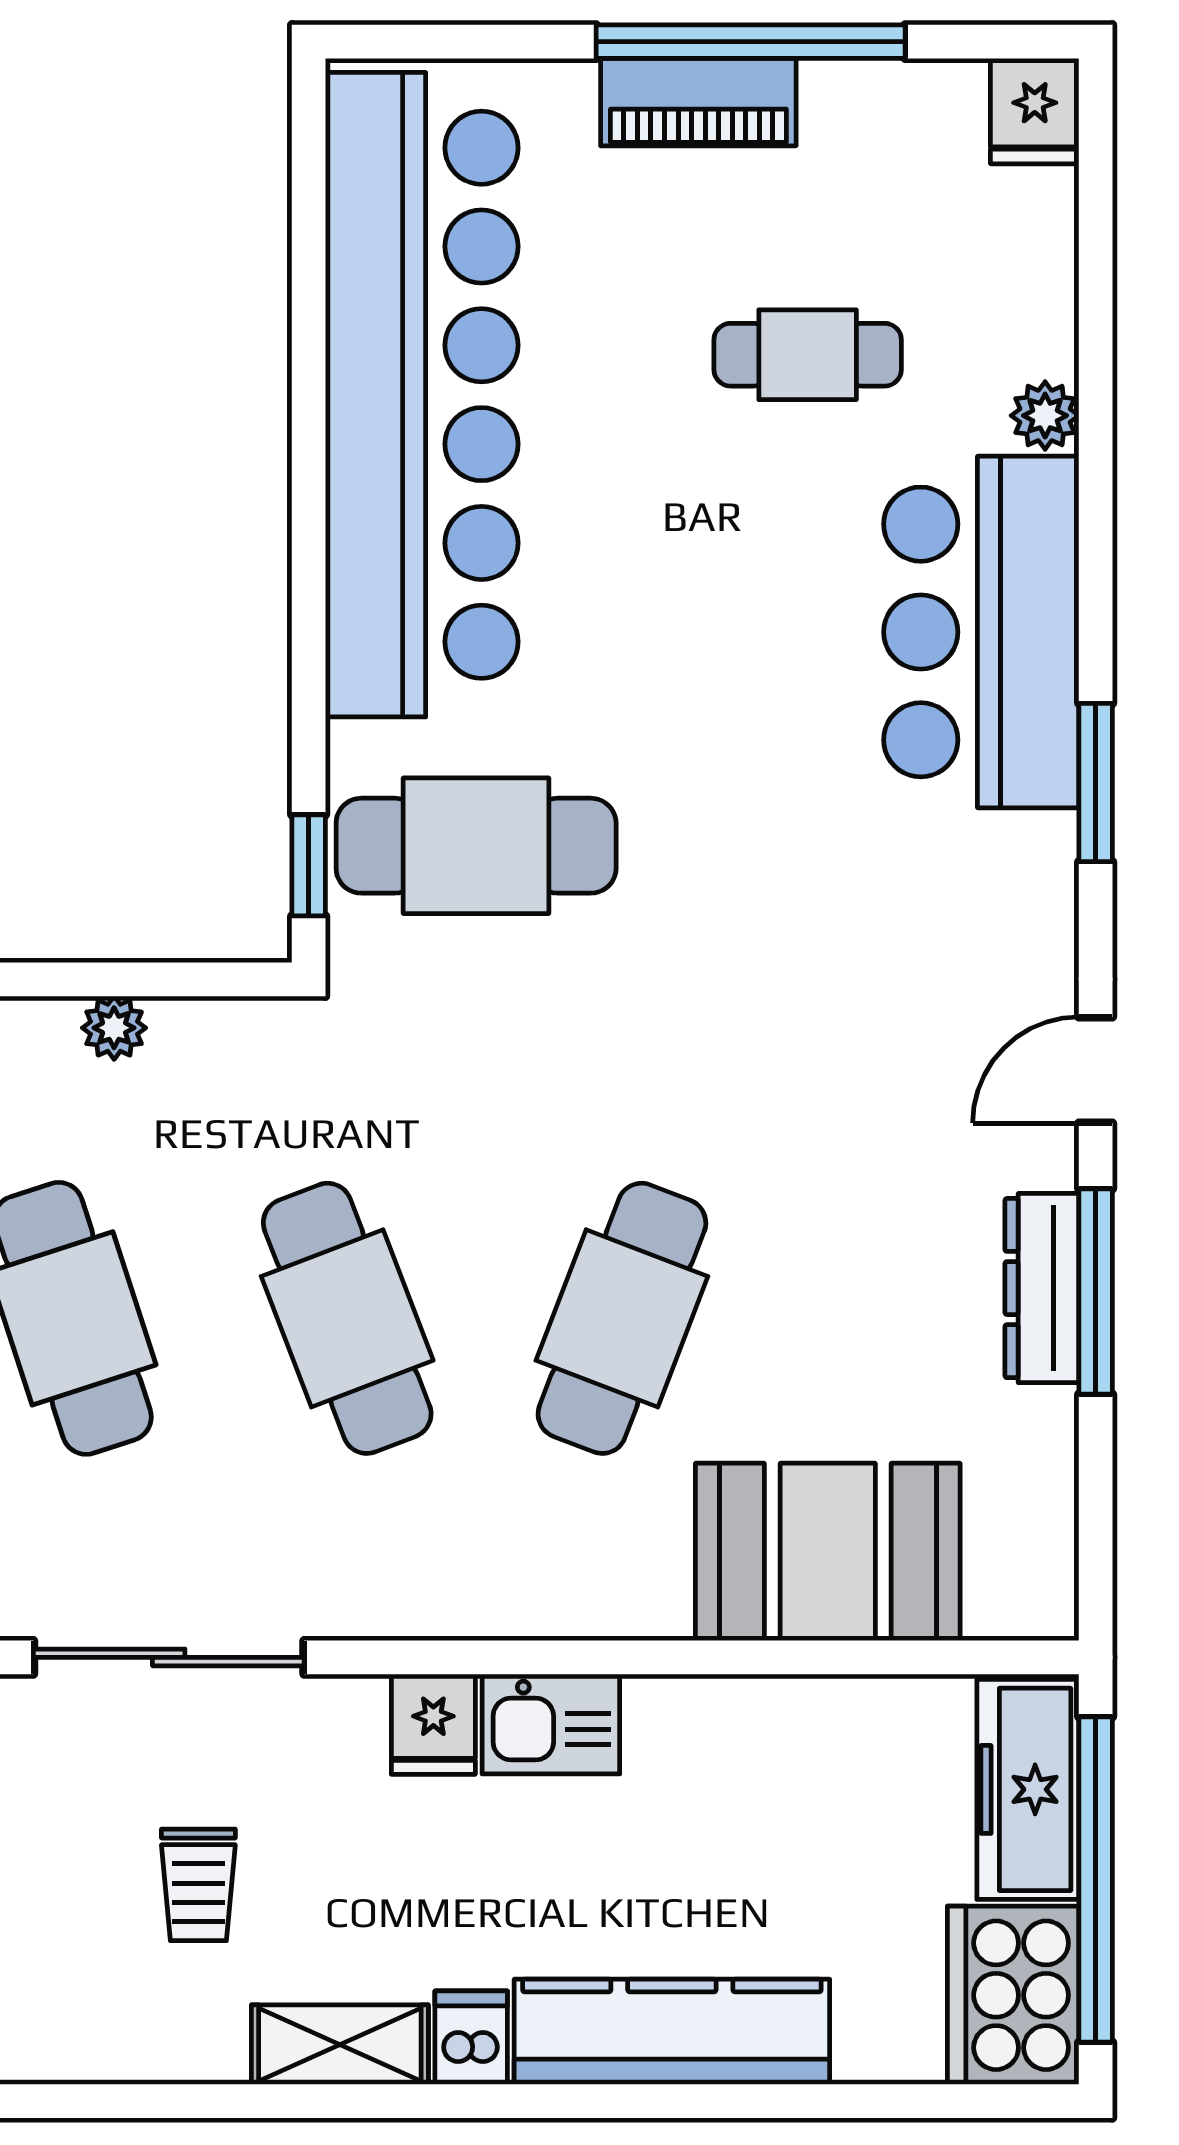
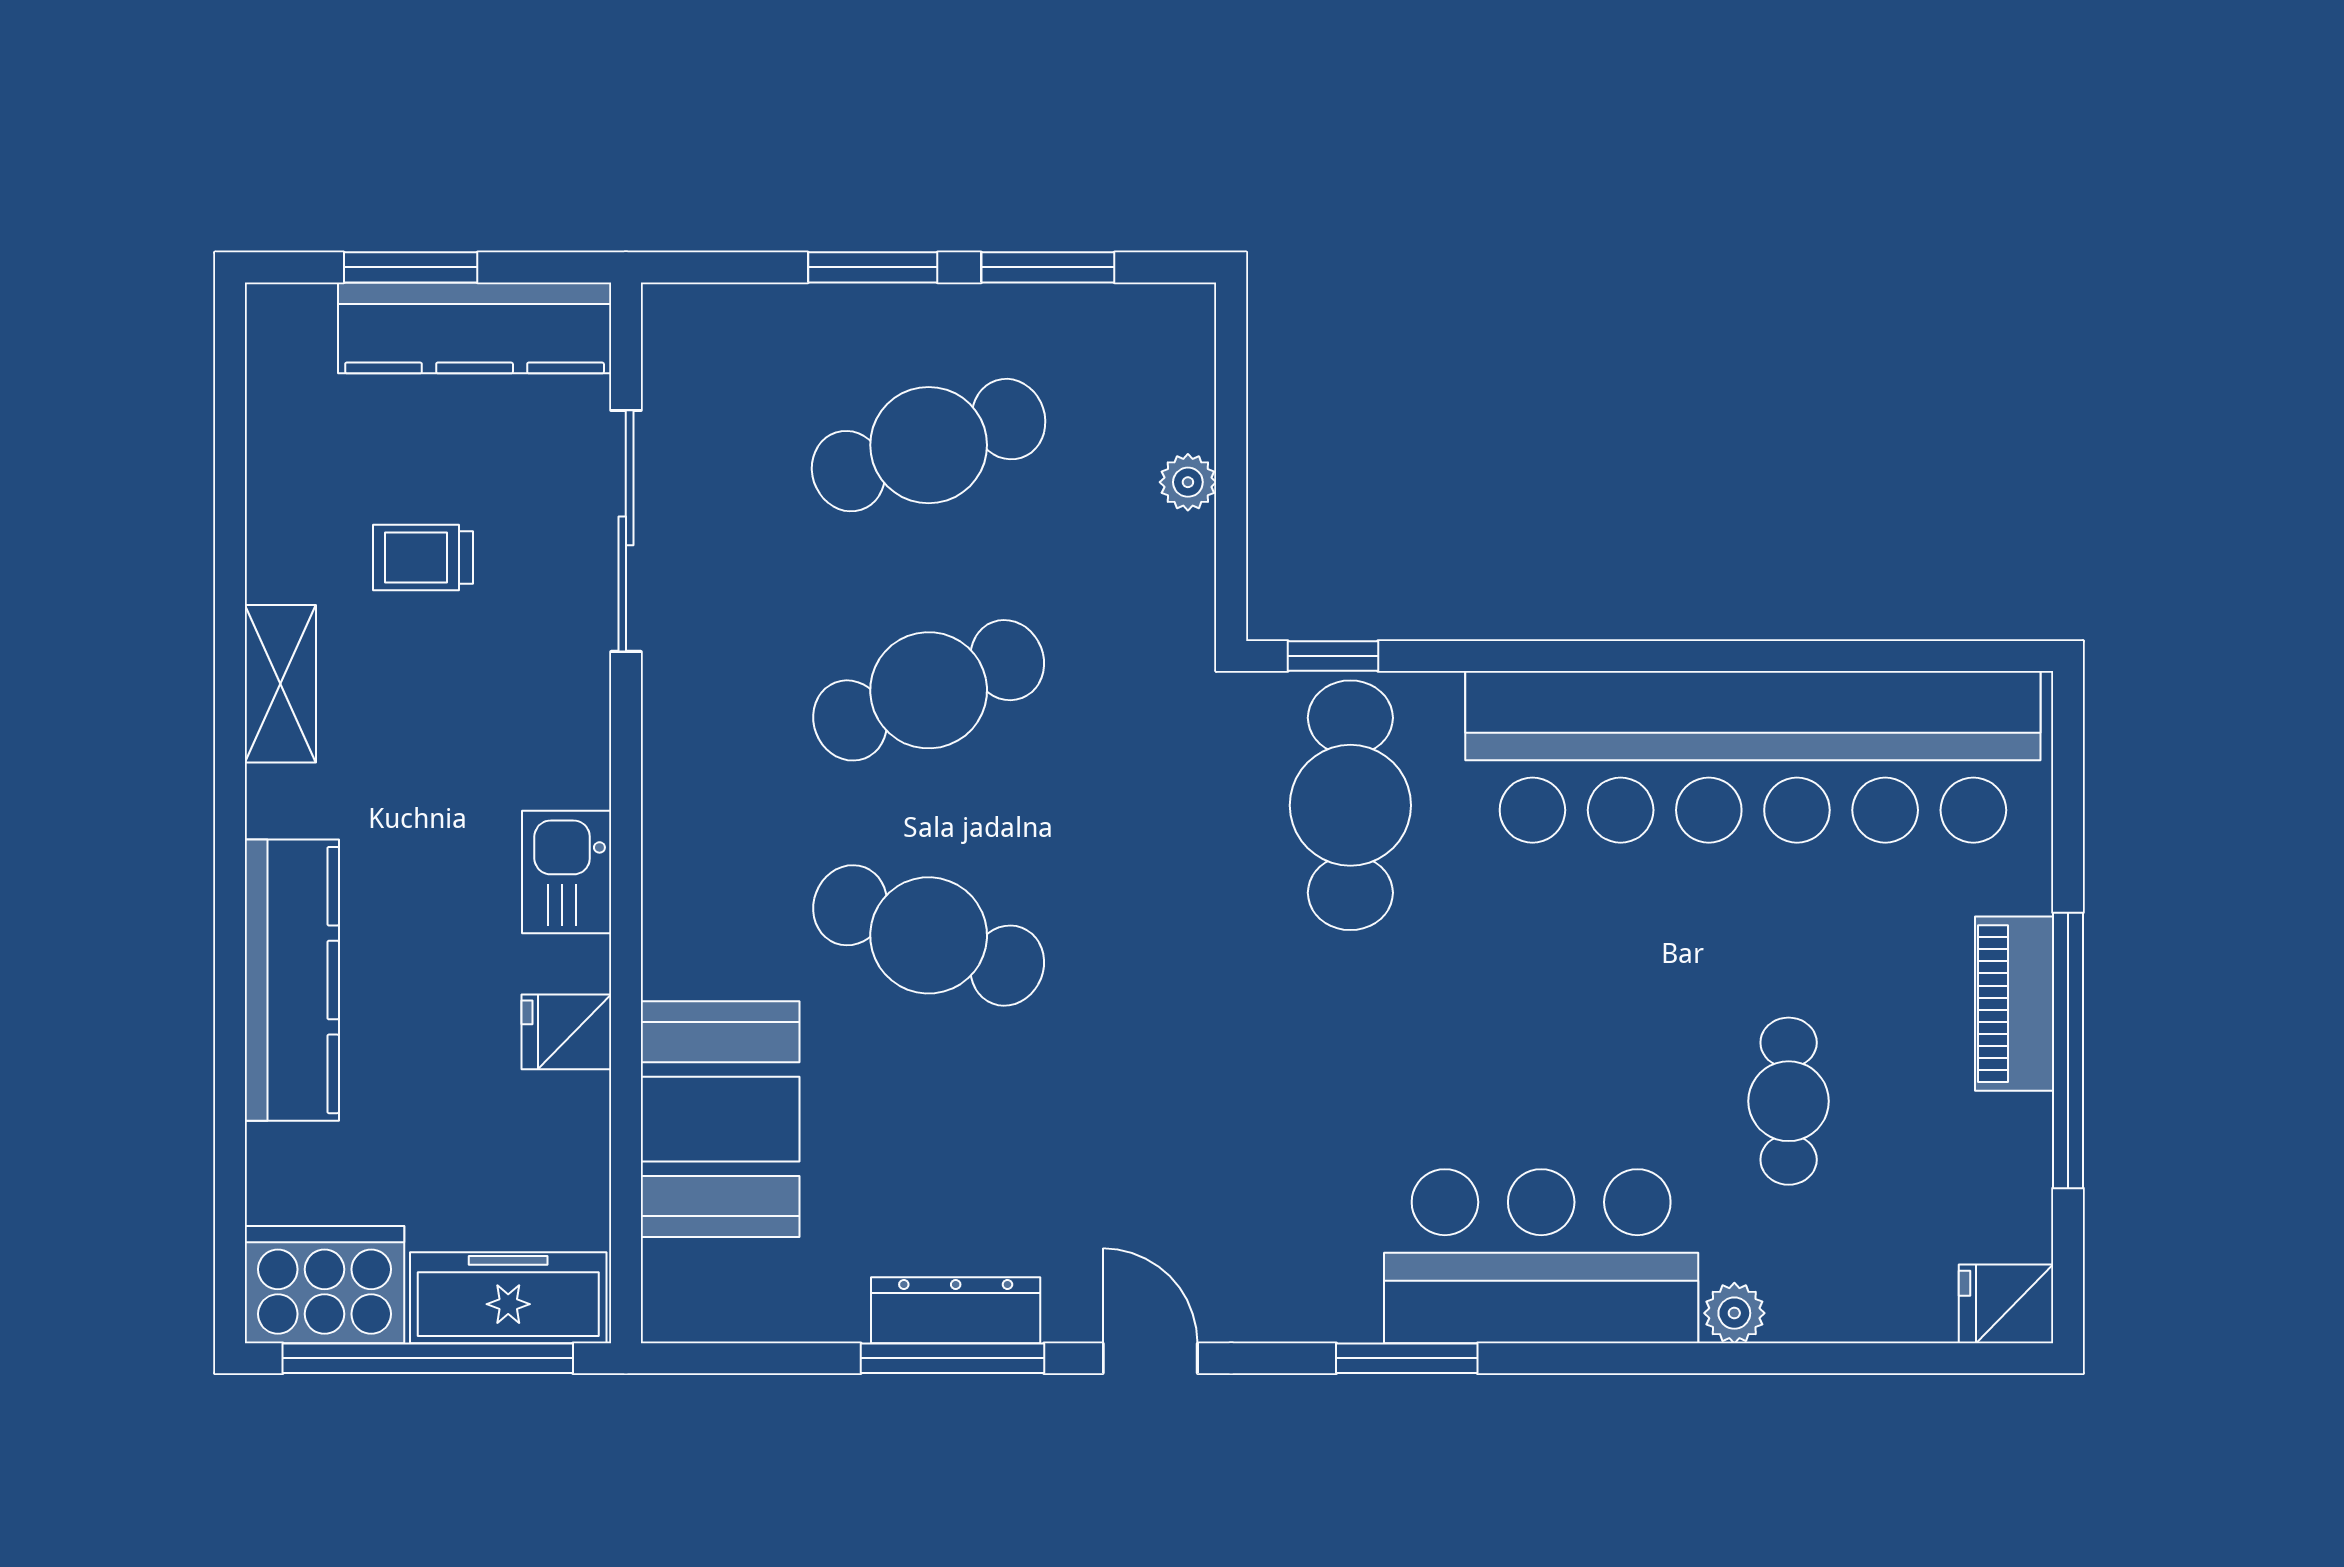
fridge: (433, 1724) -> (566, 1032), moved
dishwasher: (471, 2038) -> (287, 801), removed

